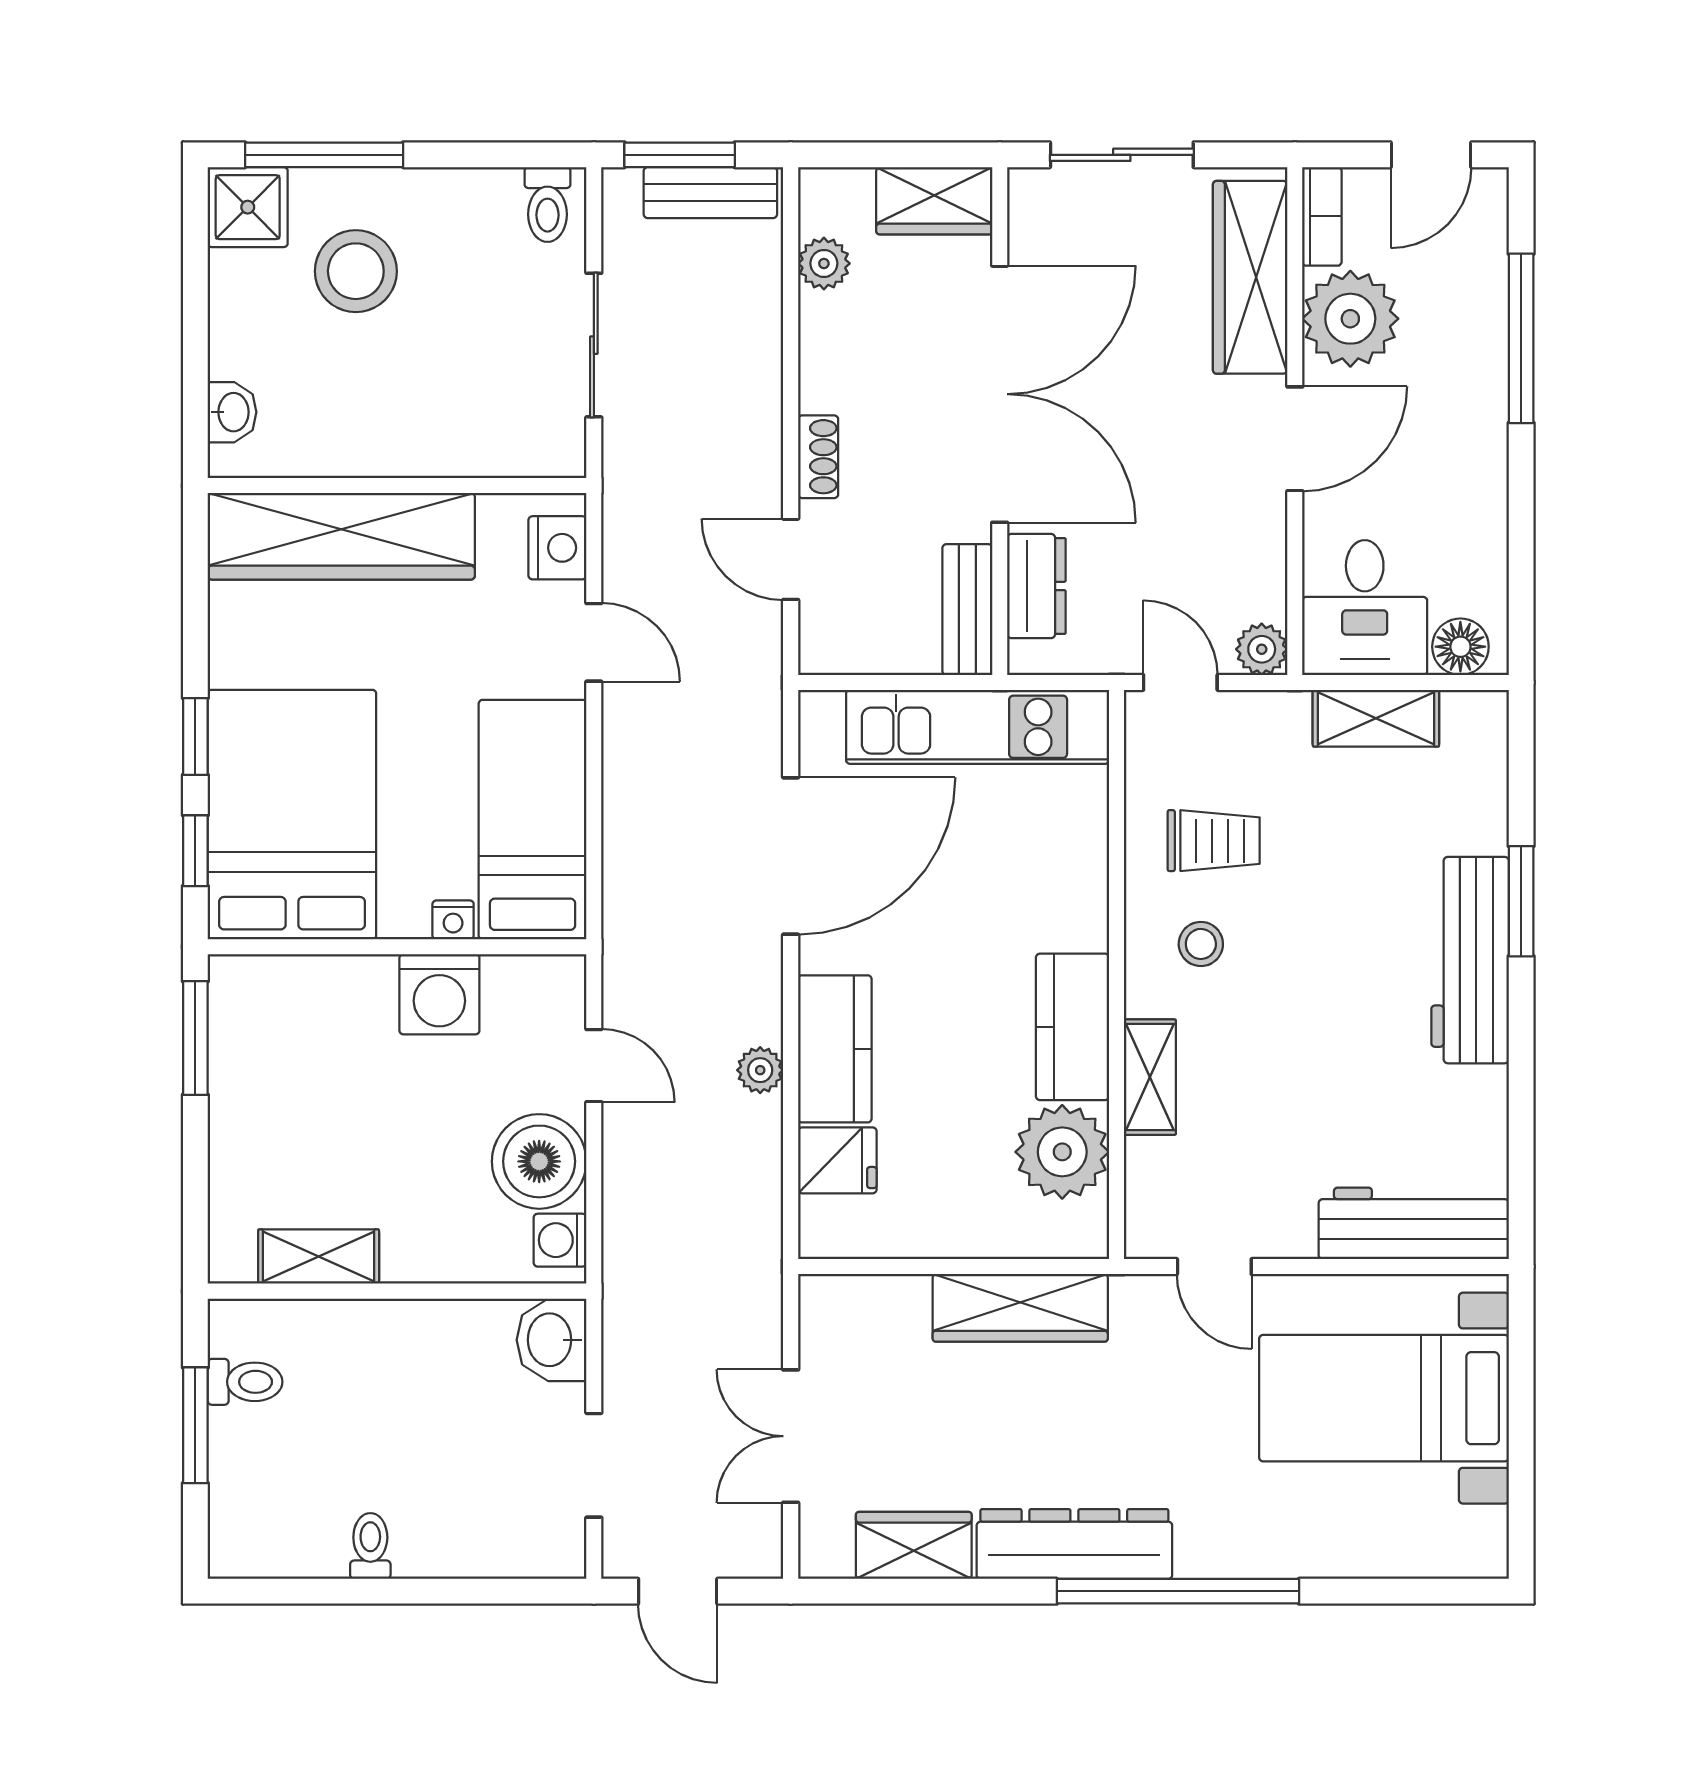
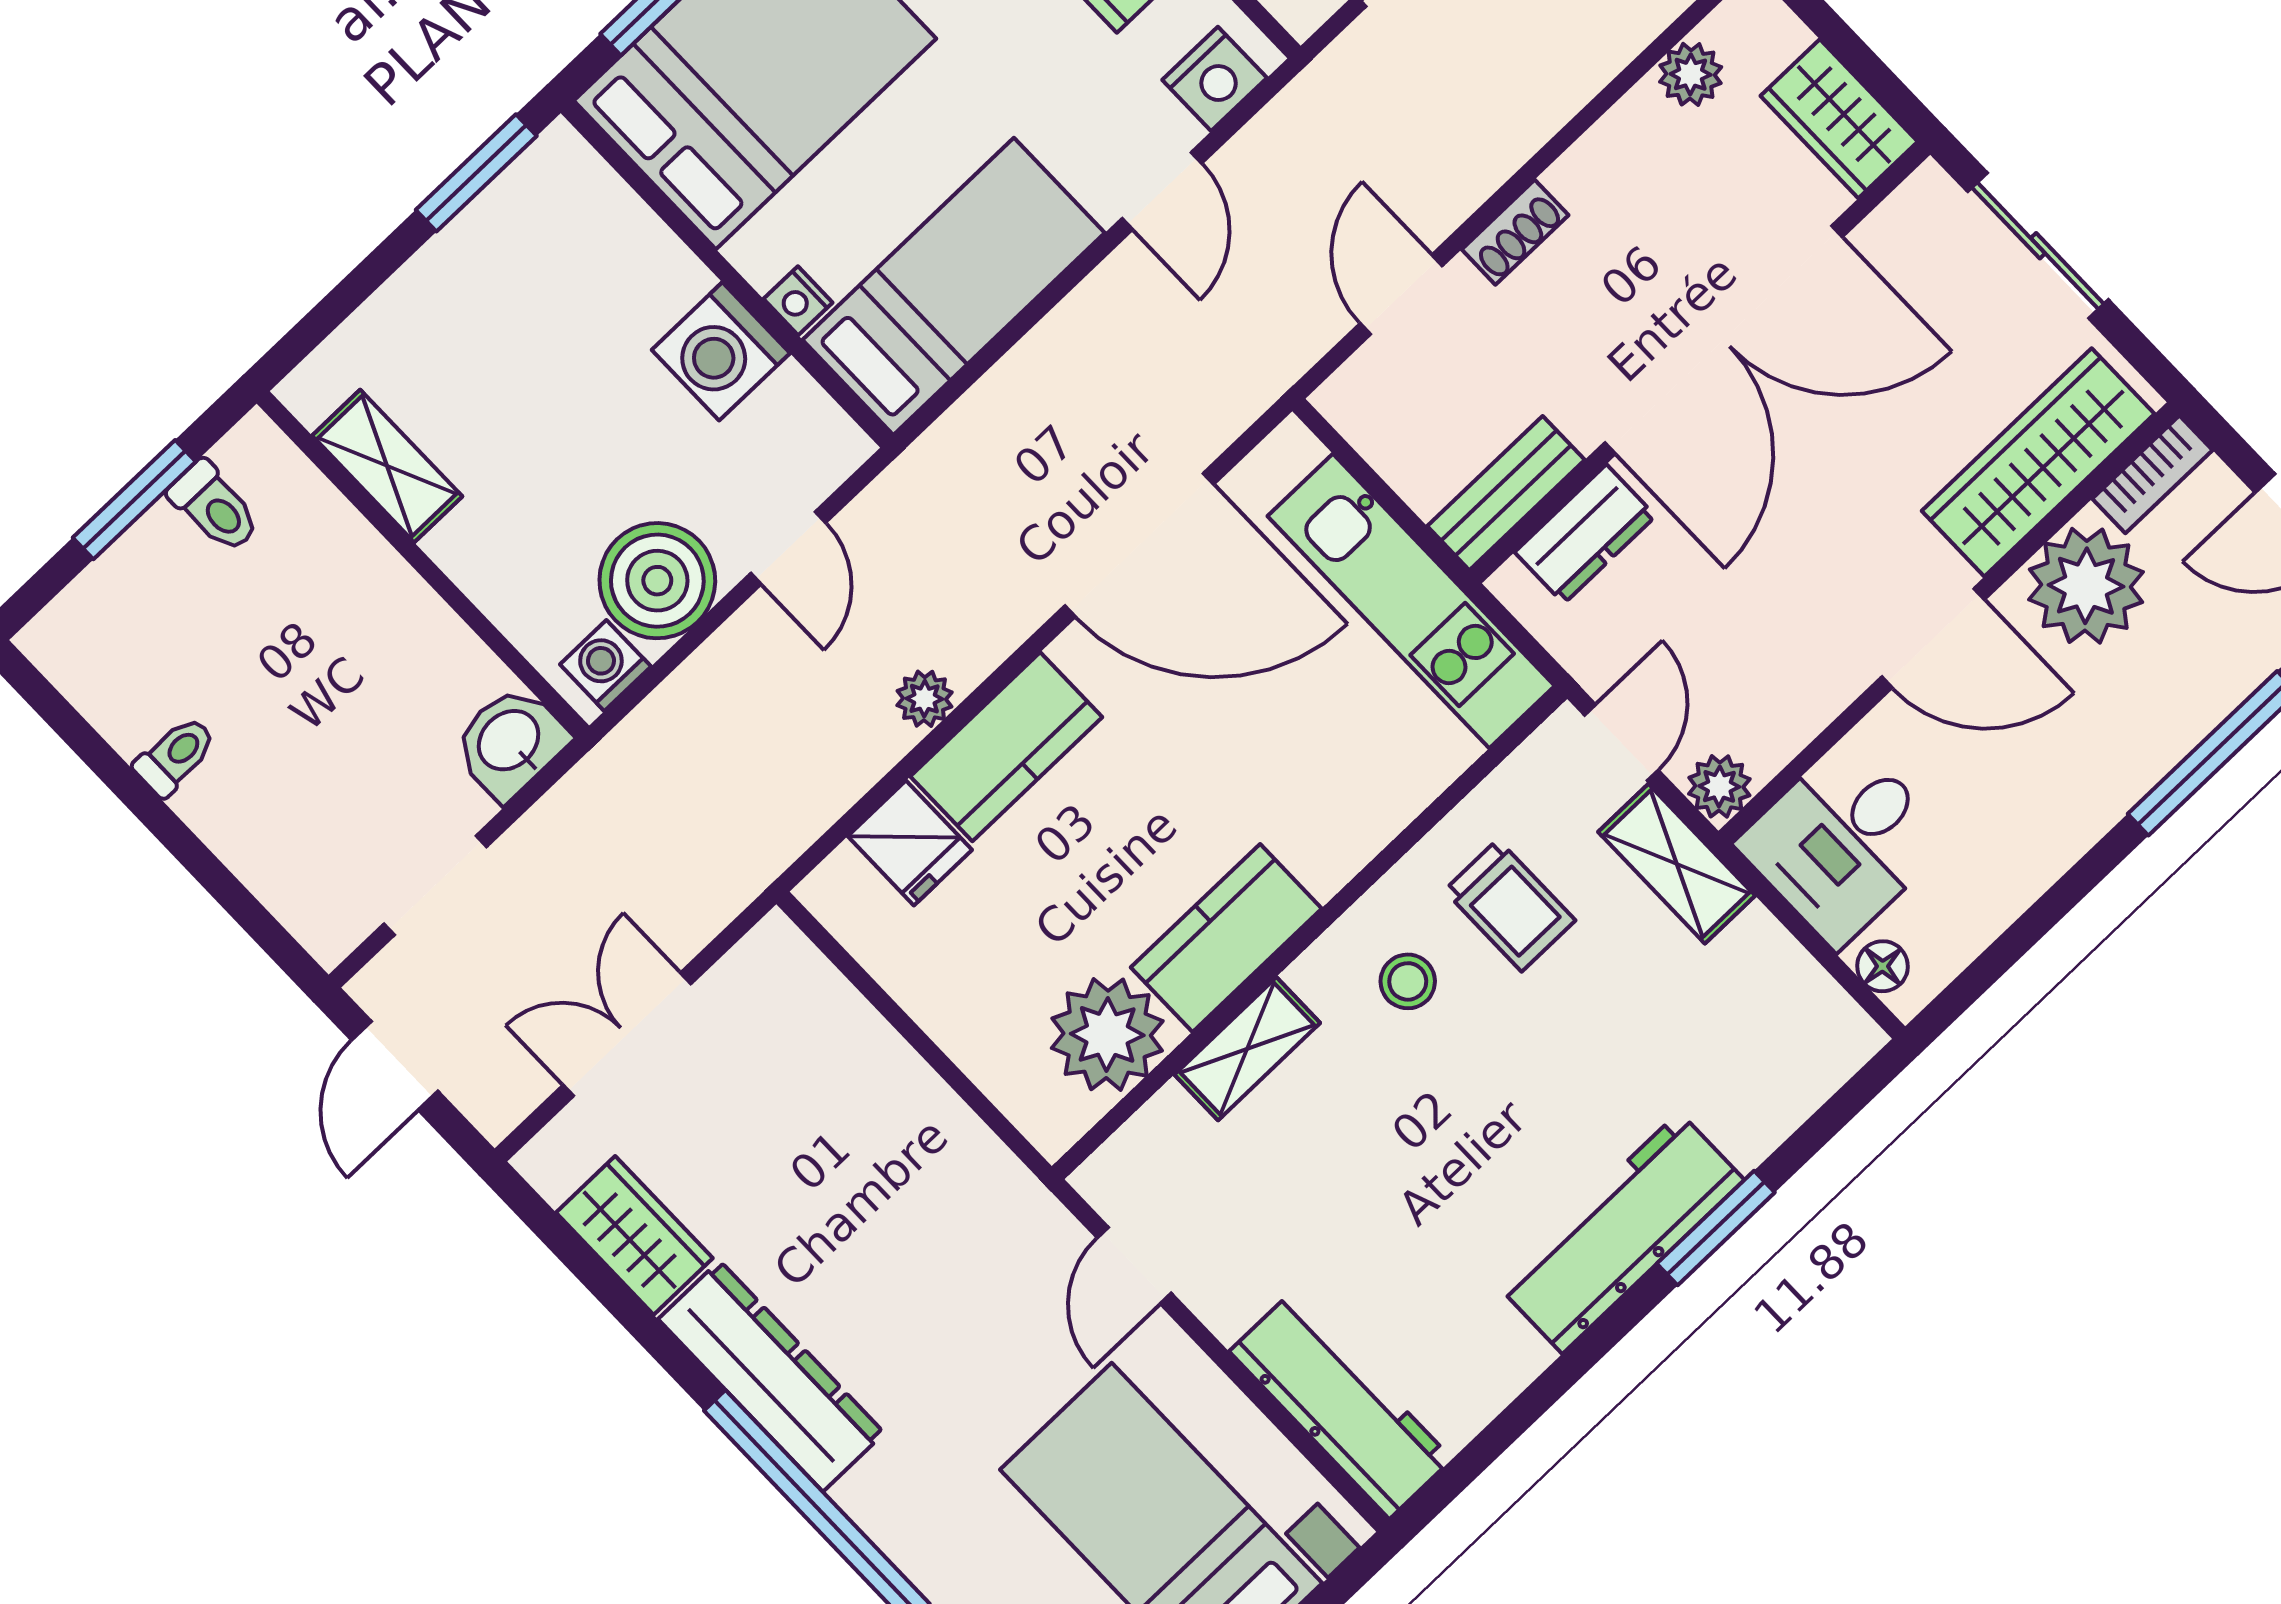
floor lamp: (1460, 647) -> (1883, 966), width x0.73, depth x0.73
shelving: (1376, 718) -> (1677, 864), moved
wardrobe: (1020, 1308) -> (934, 1129), removed

